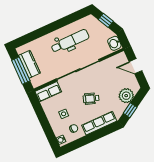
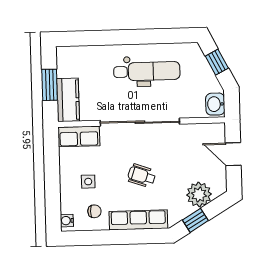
kitchen counter: (29, 64) -> (68, 100), moved
window: (21, 71) -> (50, 85), width x0.69

